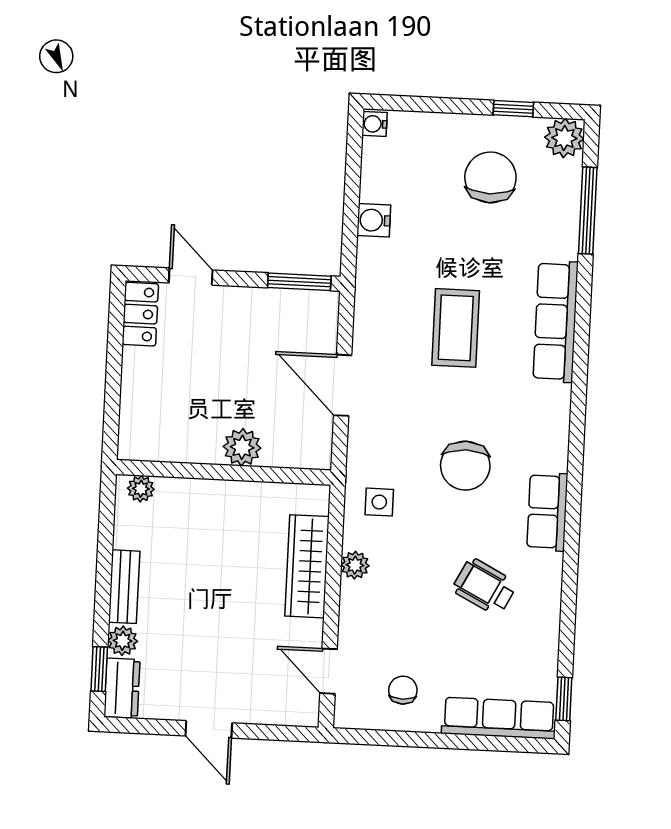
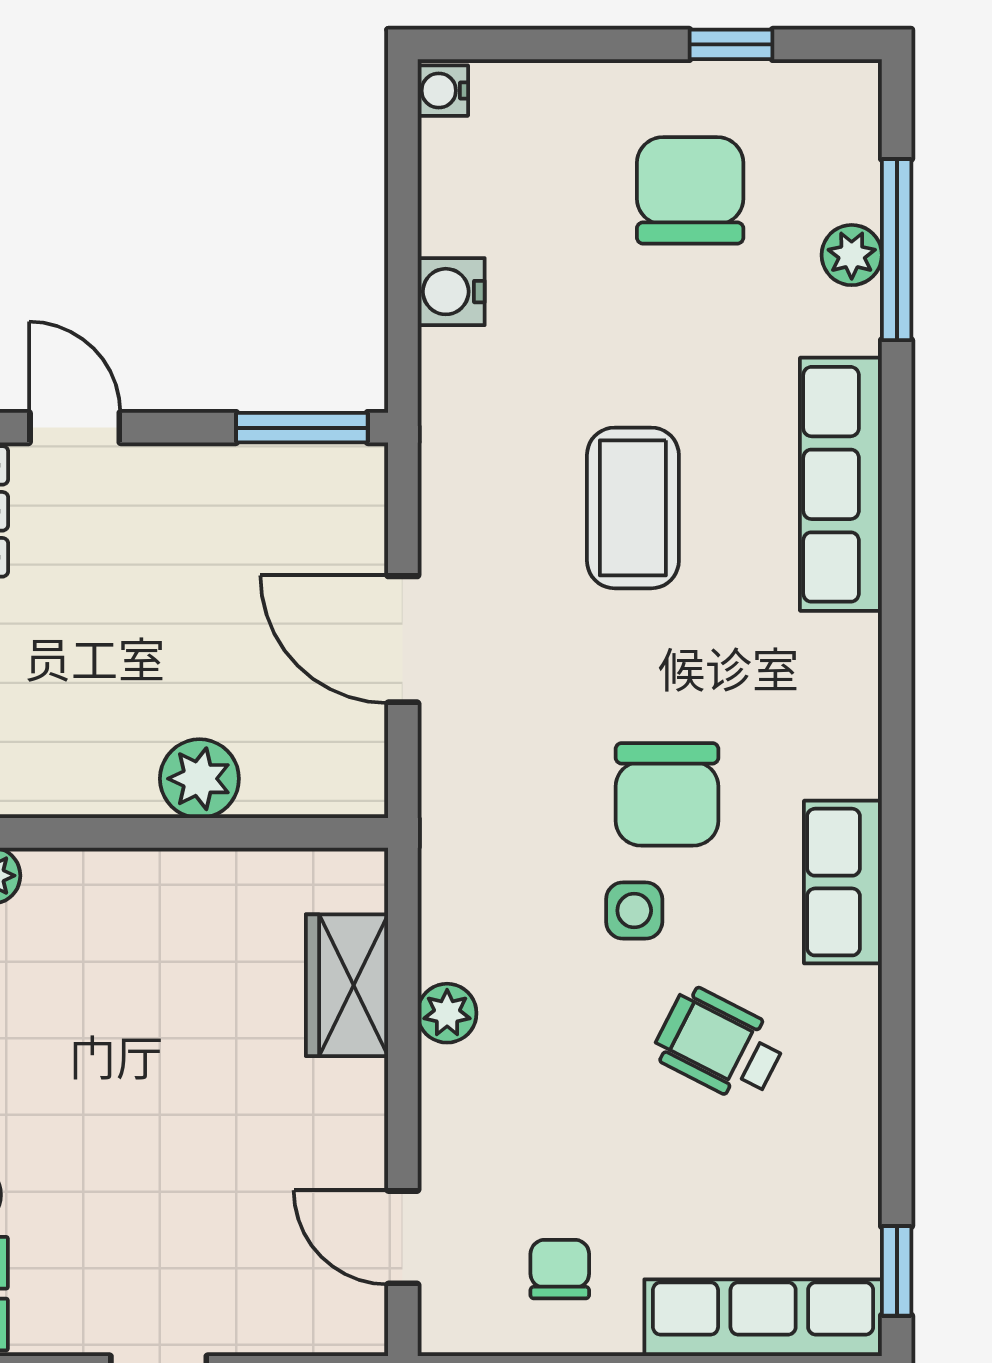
plant: (564, 138) -> (852, 255), moved, width x0.73, depth x0.73
side table: (379, 502) -> (634, 911), moved
wardrobe: (307, 566) -> (347, 985), width x0.67

